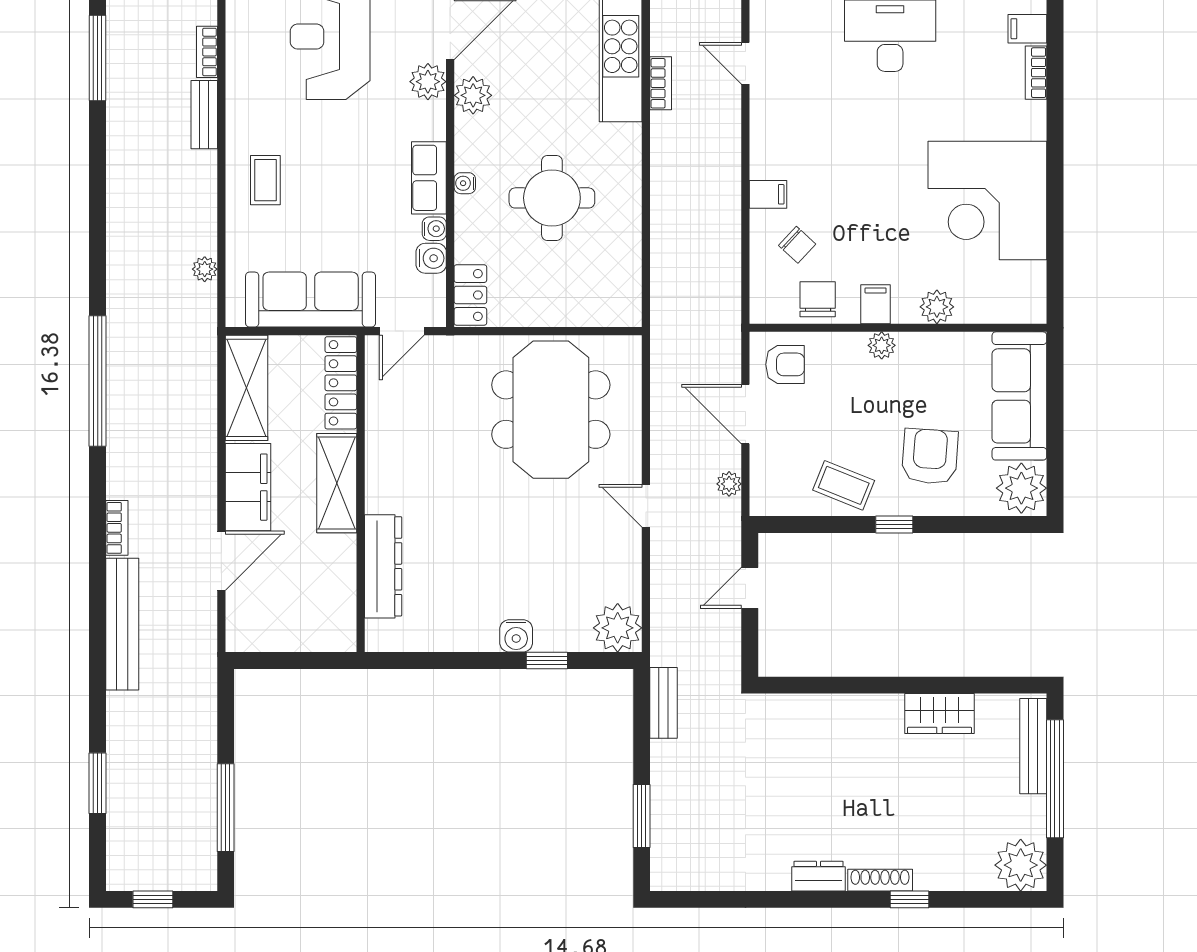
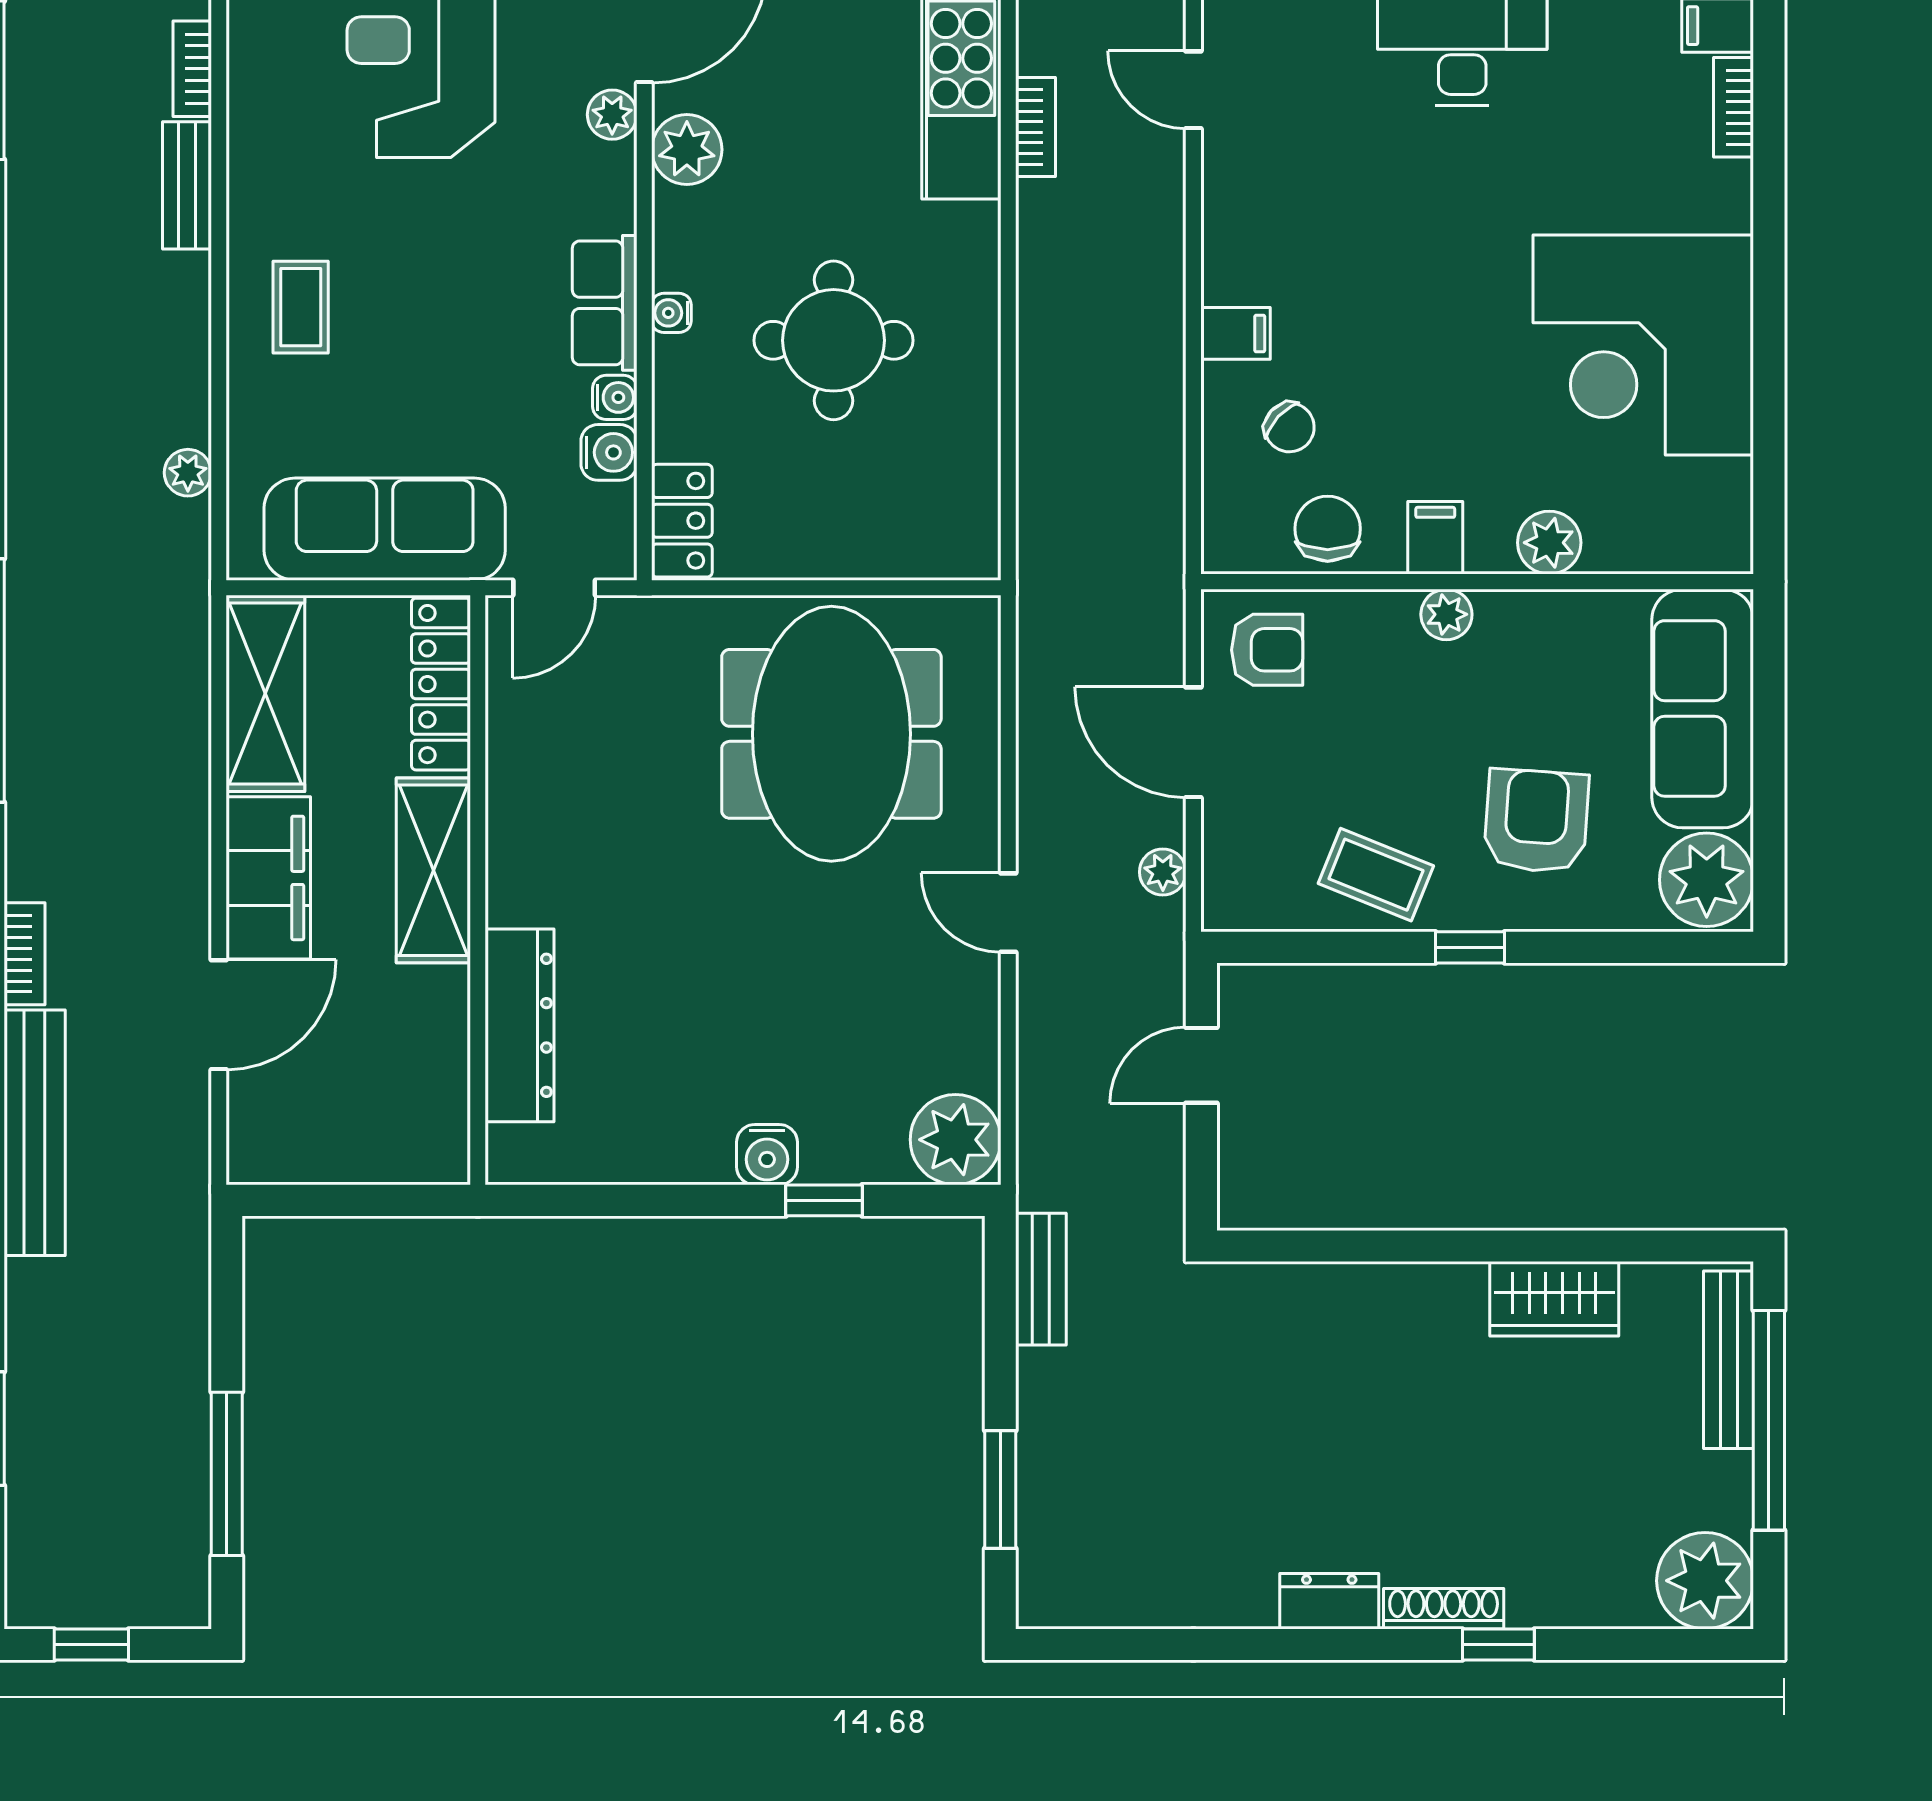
plant: (428, 82) -> (612, 115), width x0.73, depth x0.73

